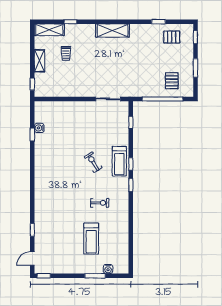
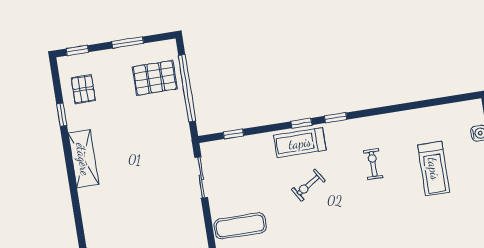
shelving: (113, 30) -> (83, 159), moved
pallet: (172, 81) -> (155, 78), width x1.50, depth x1.42
exercise mat: (75, 118) -> (240, 226), added
treadmill: (119, 161) -> (300, 143), turned 180
treadmill: (91, 239) -> (434, 169), turned 90

